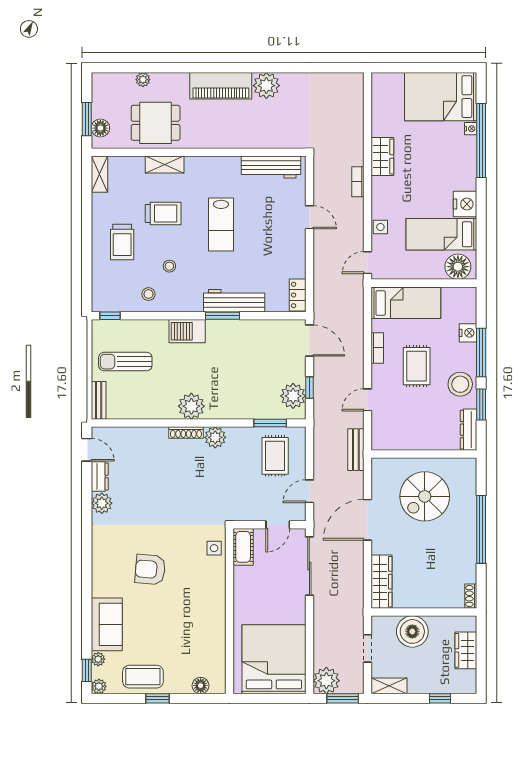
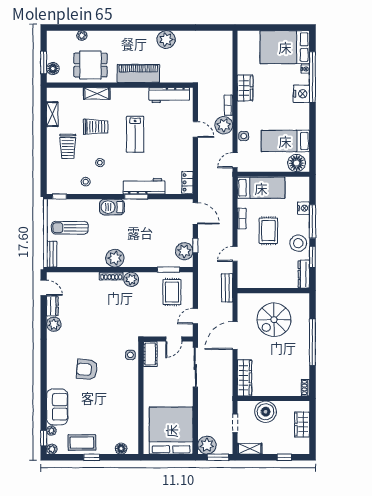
piano: (221, 86) -> (138, 73), moved, turned 180
shelving: (100, 174) -> (52, 114), moved
nightstand: (465, 204) -> (301, 94), moved
plant: (351, 211) -> (224, 125), added

